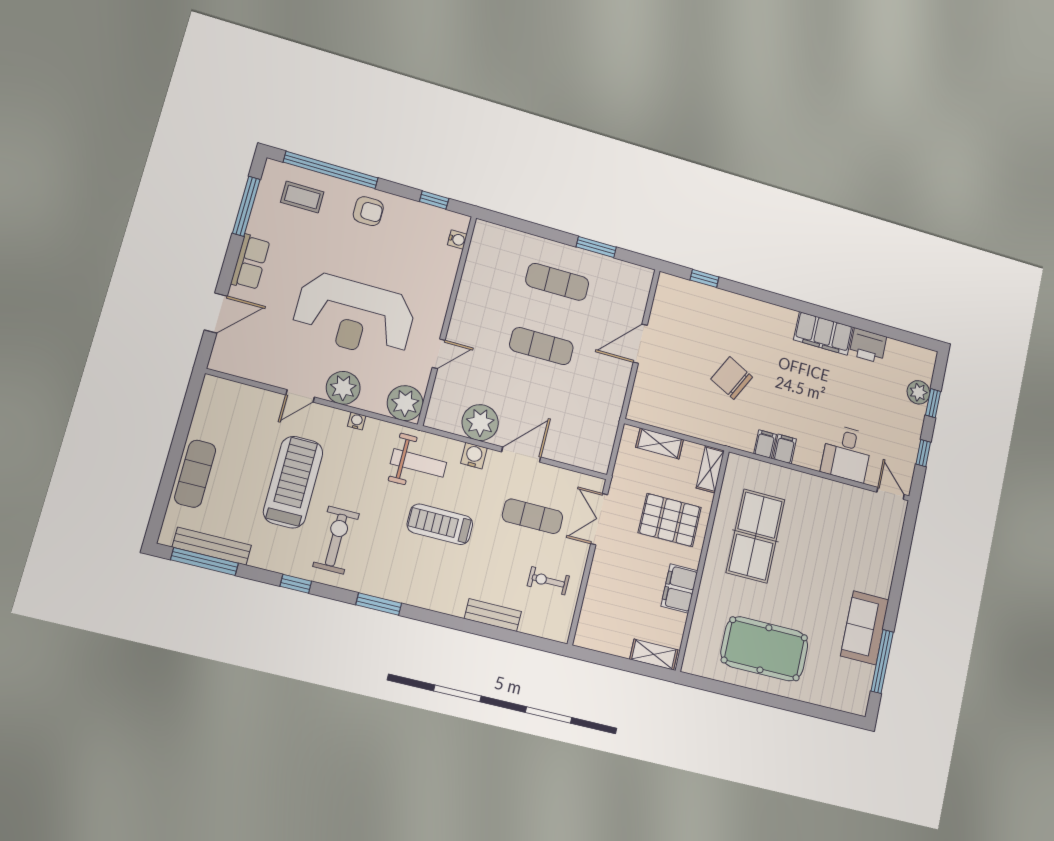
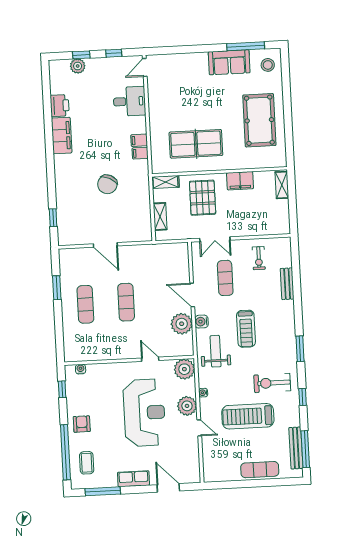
stool: (845, 688) -> (268, 65), added

